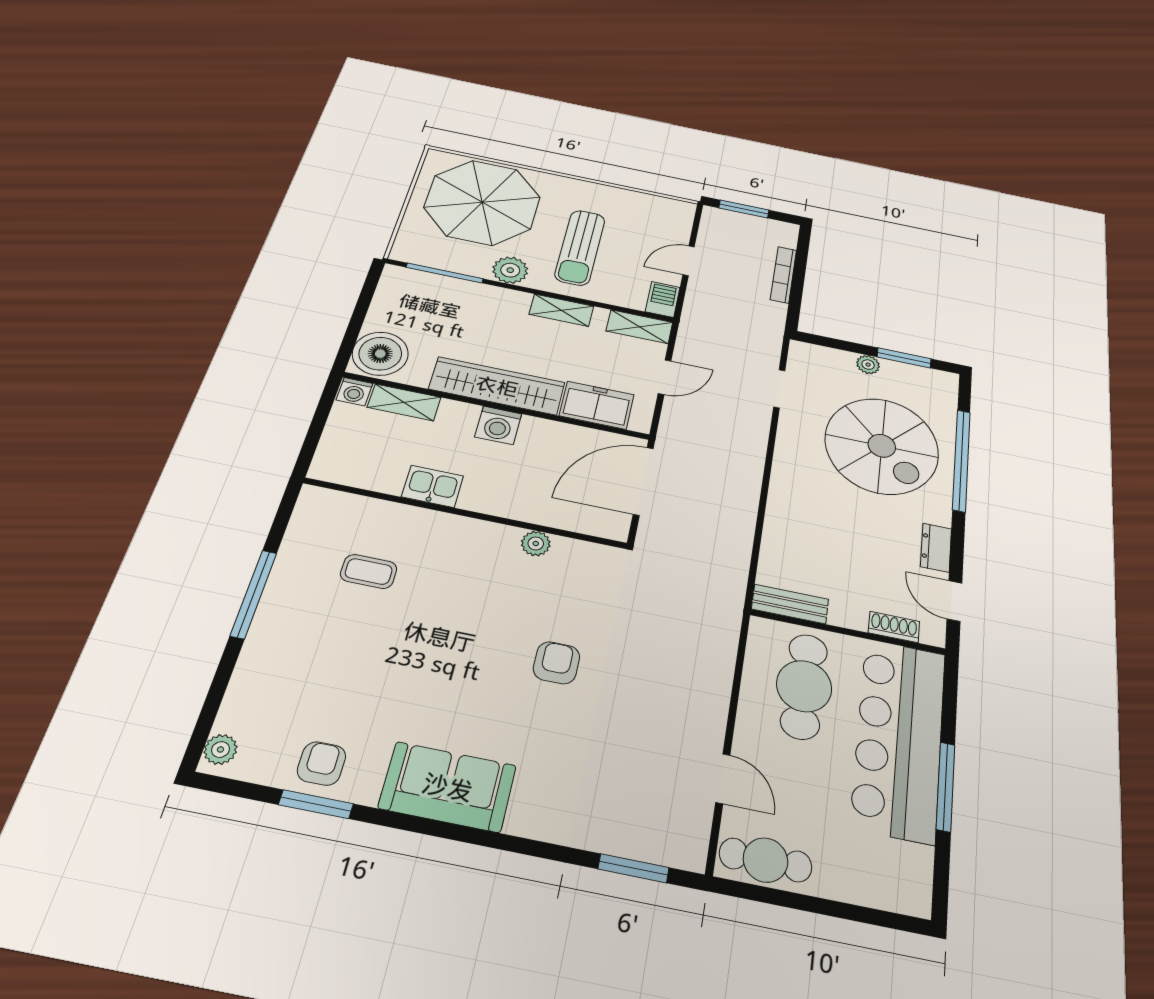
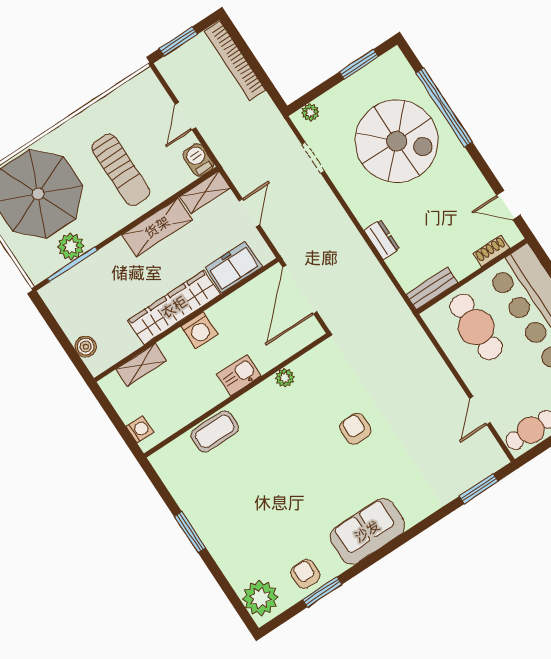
plant: (510, 270) -> (71, 246), moved
bookcase: (783, 275) -> (235, 61), width x1.48, depth x1.31
shelving: (561, 310) -> (157, 227), width x1.50, depth x1.33
boiler: (380, 354) -> (86, 347), width x0.54, depth x0.54
plant: (868, 365) -> (310, 112), moved
washing machine: (354, 392) -> (140, 429), moved, turned -90
kitchen sink: (433, 486) -> (239, 375), moved
dresser: (936, 548) -> (382, 240), moved, turned 180
coffee table: (369, 571) -> (215, 431), moved, width x1.36, depth x1.30
window: (254, 594) -> (190, 532), width x0.69
plant: (220, 749) -> (260, 598), width x1.88, depth x1.88
door: (723, 779) -> (480, 411), swing flipped

